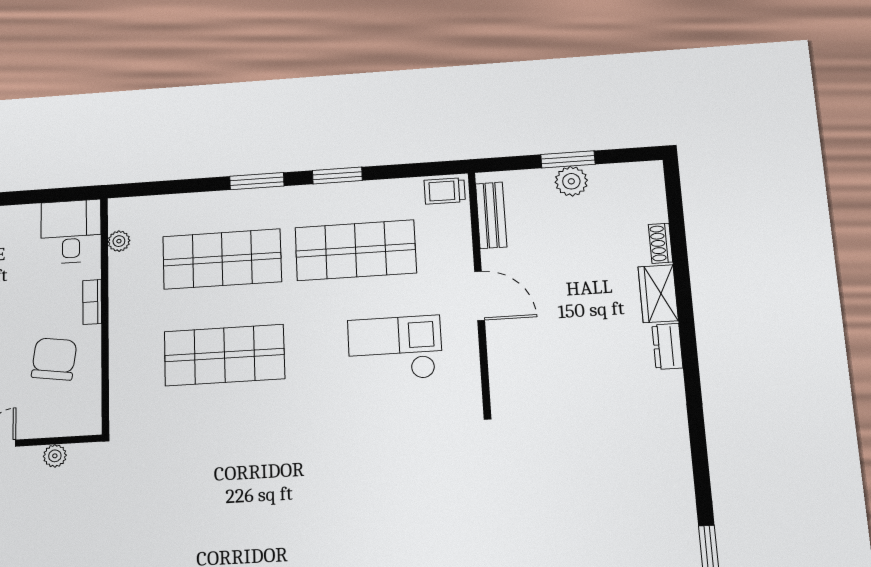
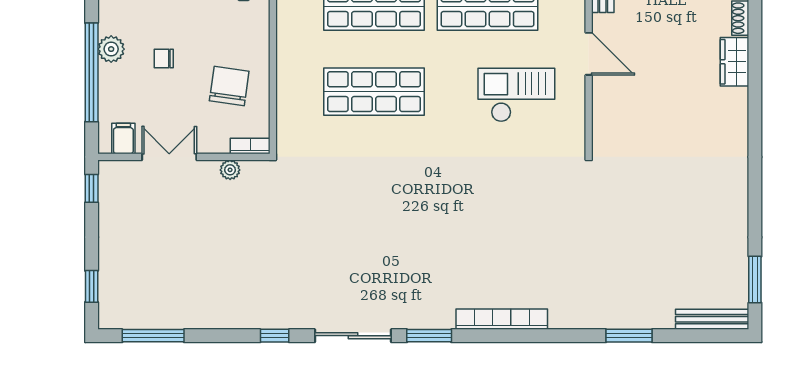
bookcase: (92, 302) -> (250, 146), moved, turned 90
dresser: (667, 346) -> (738, 107), removed

